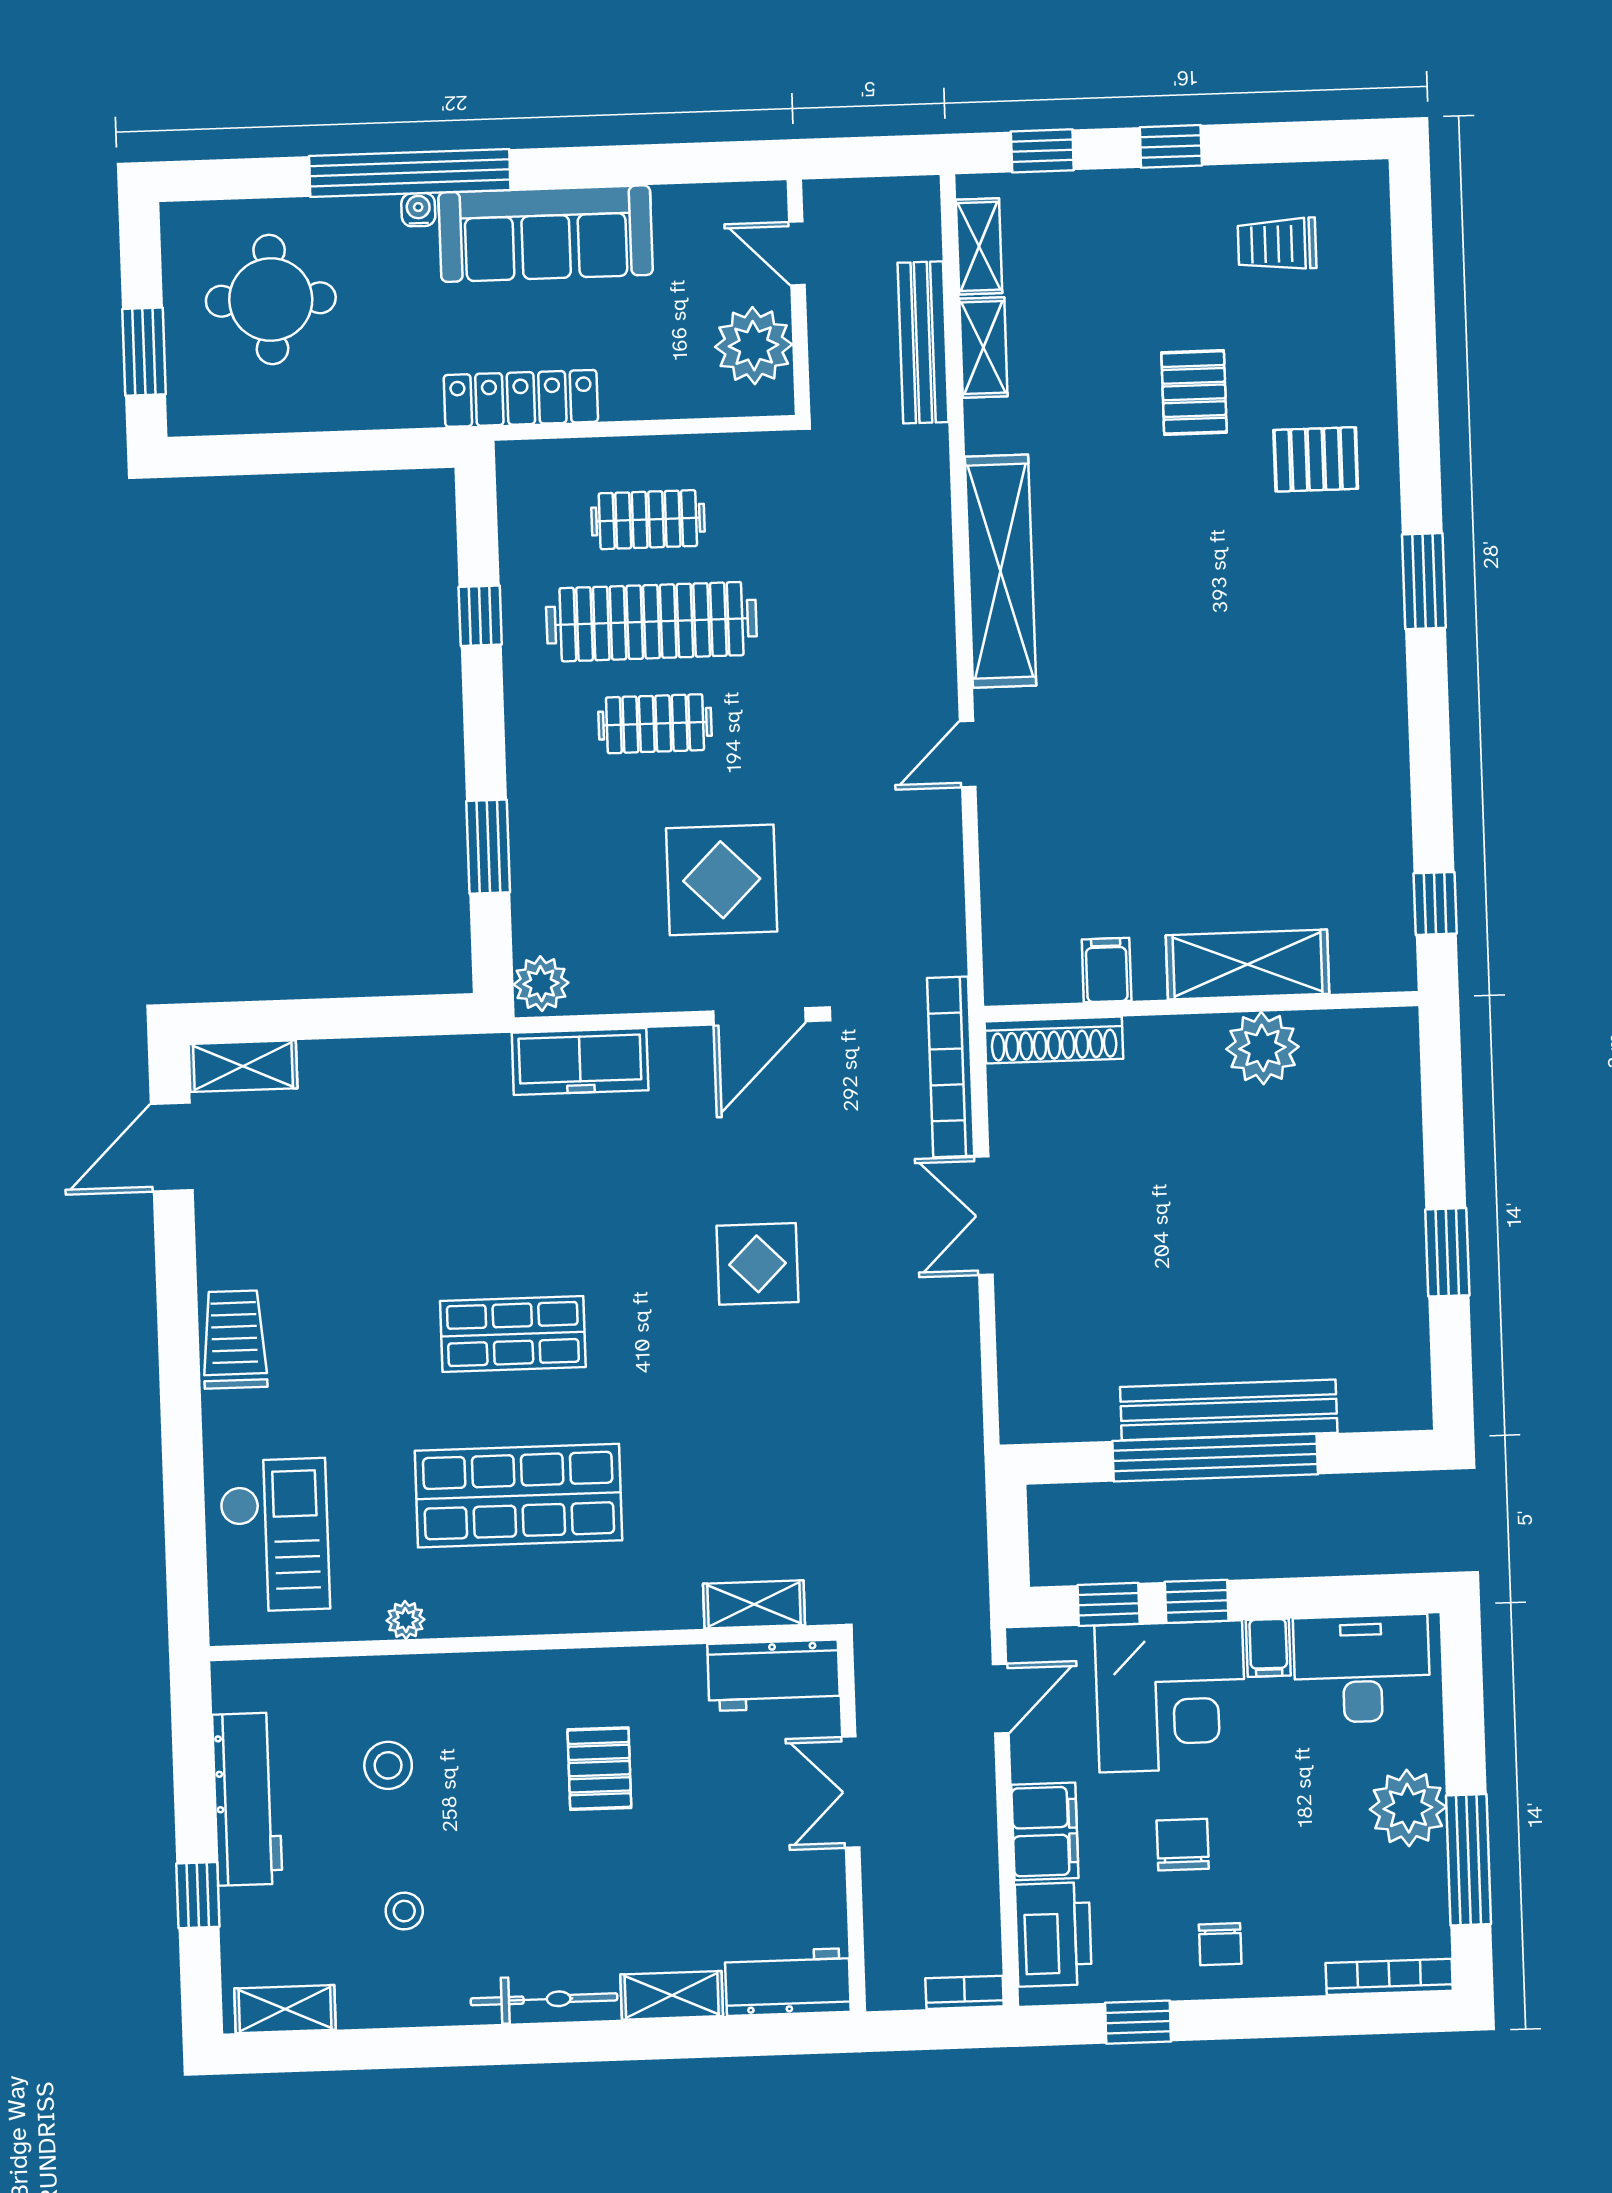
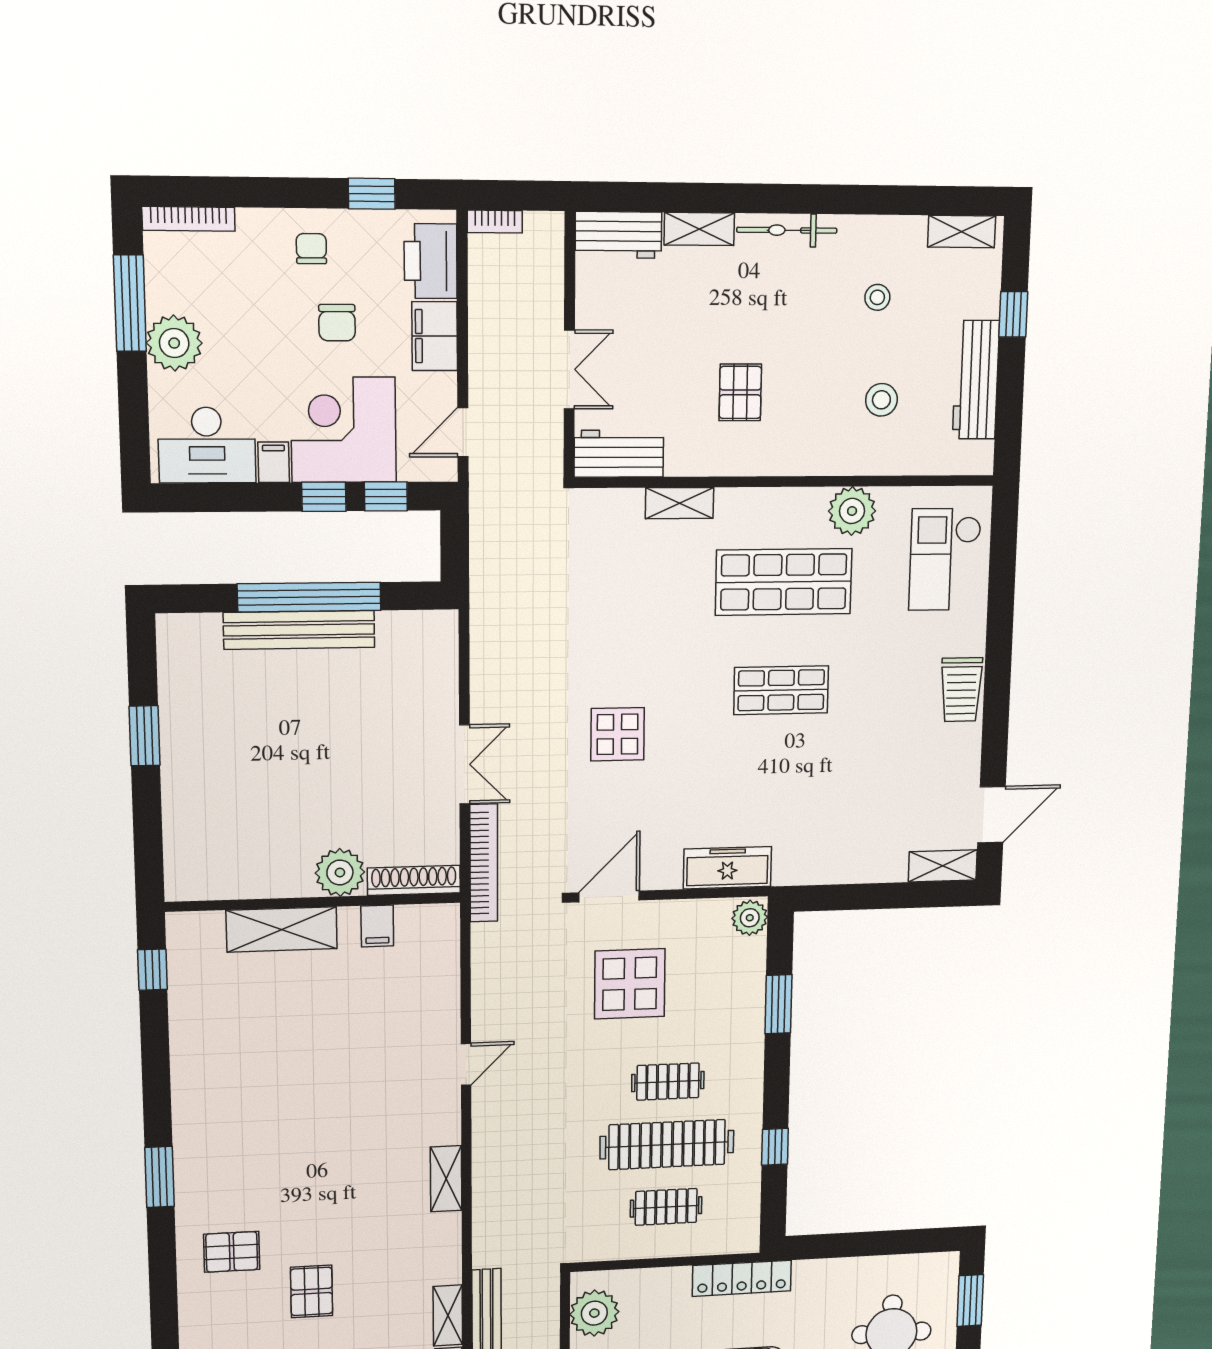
shelving: (1001, 571) -> (446, 1179), width x0.45, depth x0.75
plant: (1262, 1048) -> (340, 873), moved
shelving: (754, 1604) -> (680, 503), moved
plant: (406, 1620) -> (852, 511), width x1.87, depth x1.87

